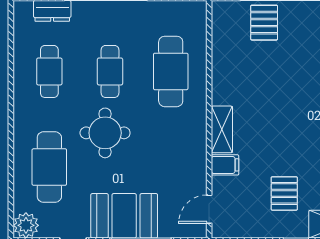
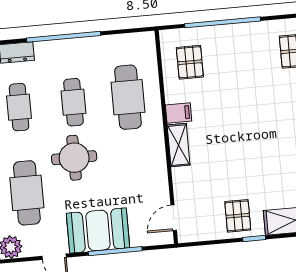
pallet: (264, 23) -> (190, 62), moved
filing cabinet: (225, 165) -> (179, 113), moved
pallet: (284, 193) -> (238, 216), moved

